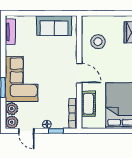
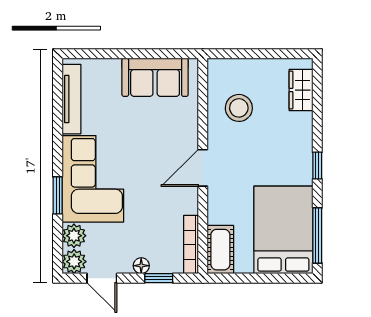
tv unit: (10, 32) -> (71, 99), width x1.41
door: (79, 73) -> (203, 168), swing flipped
cot: (88, 104) -> (220, 250), moved

